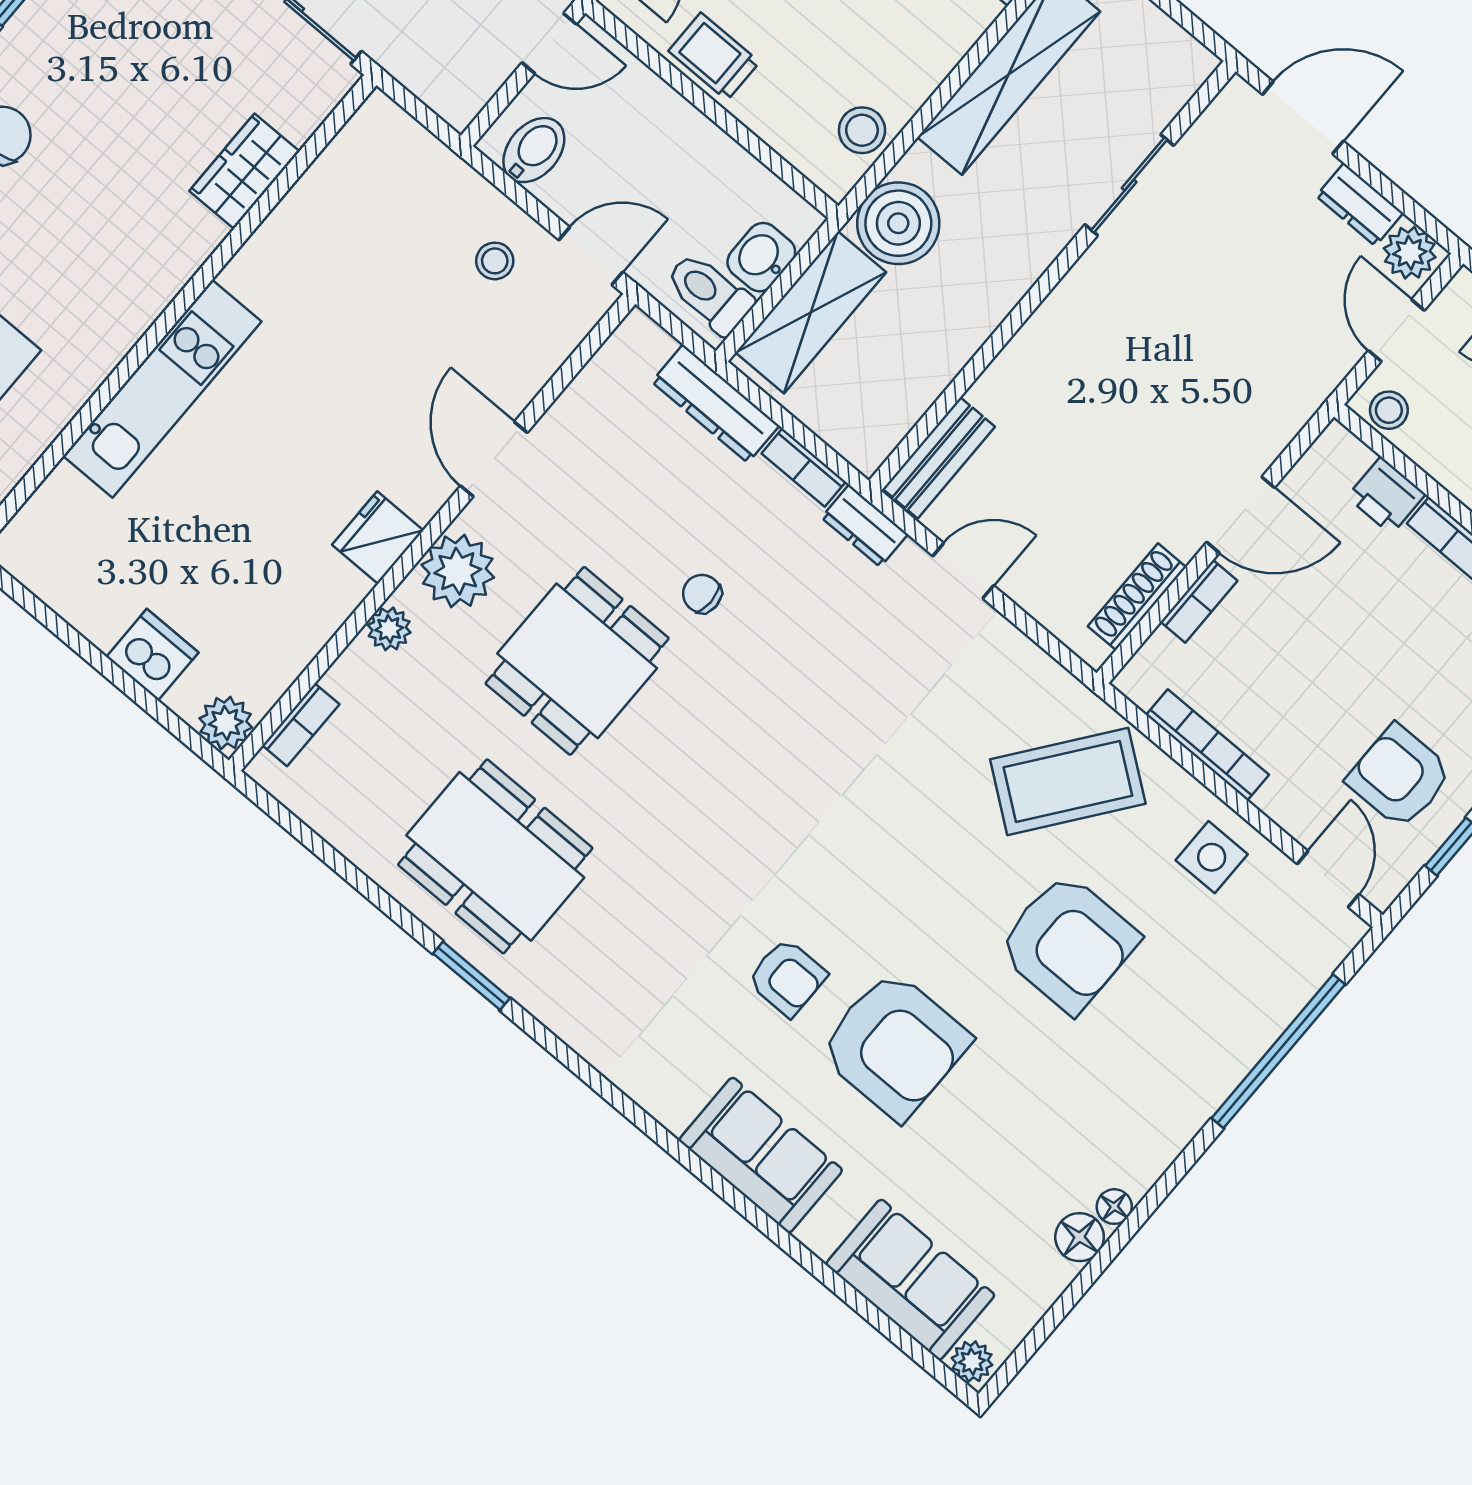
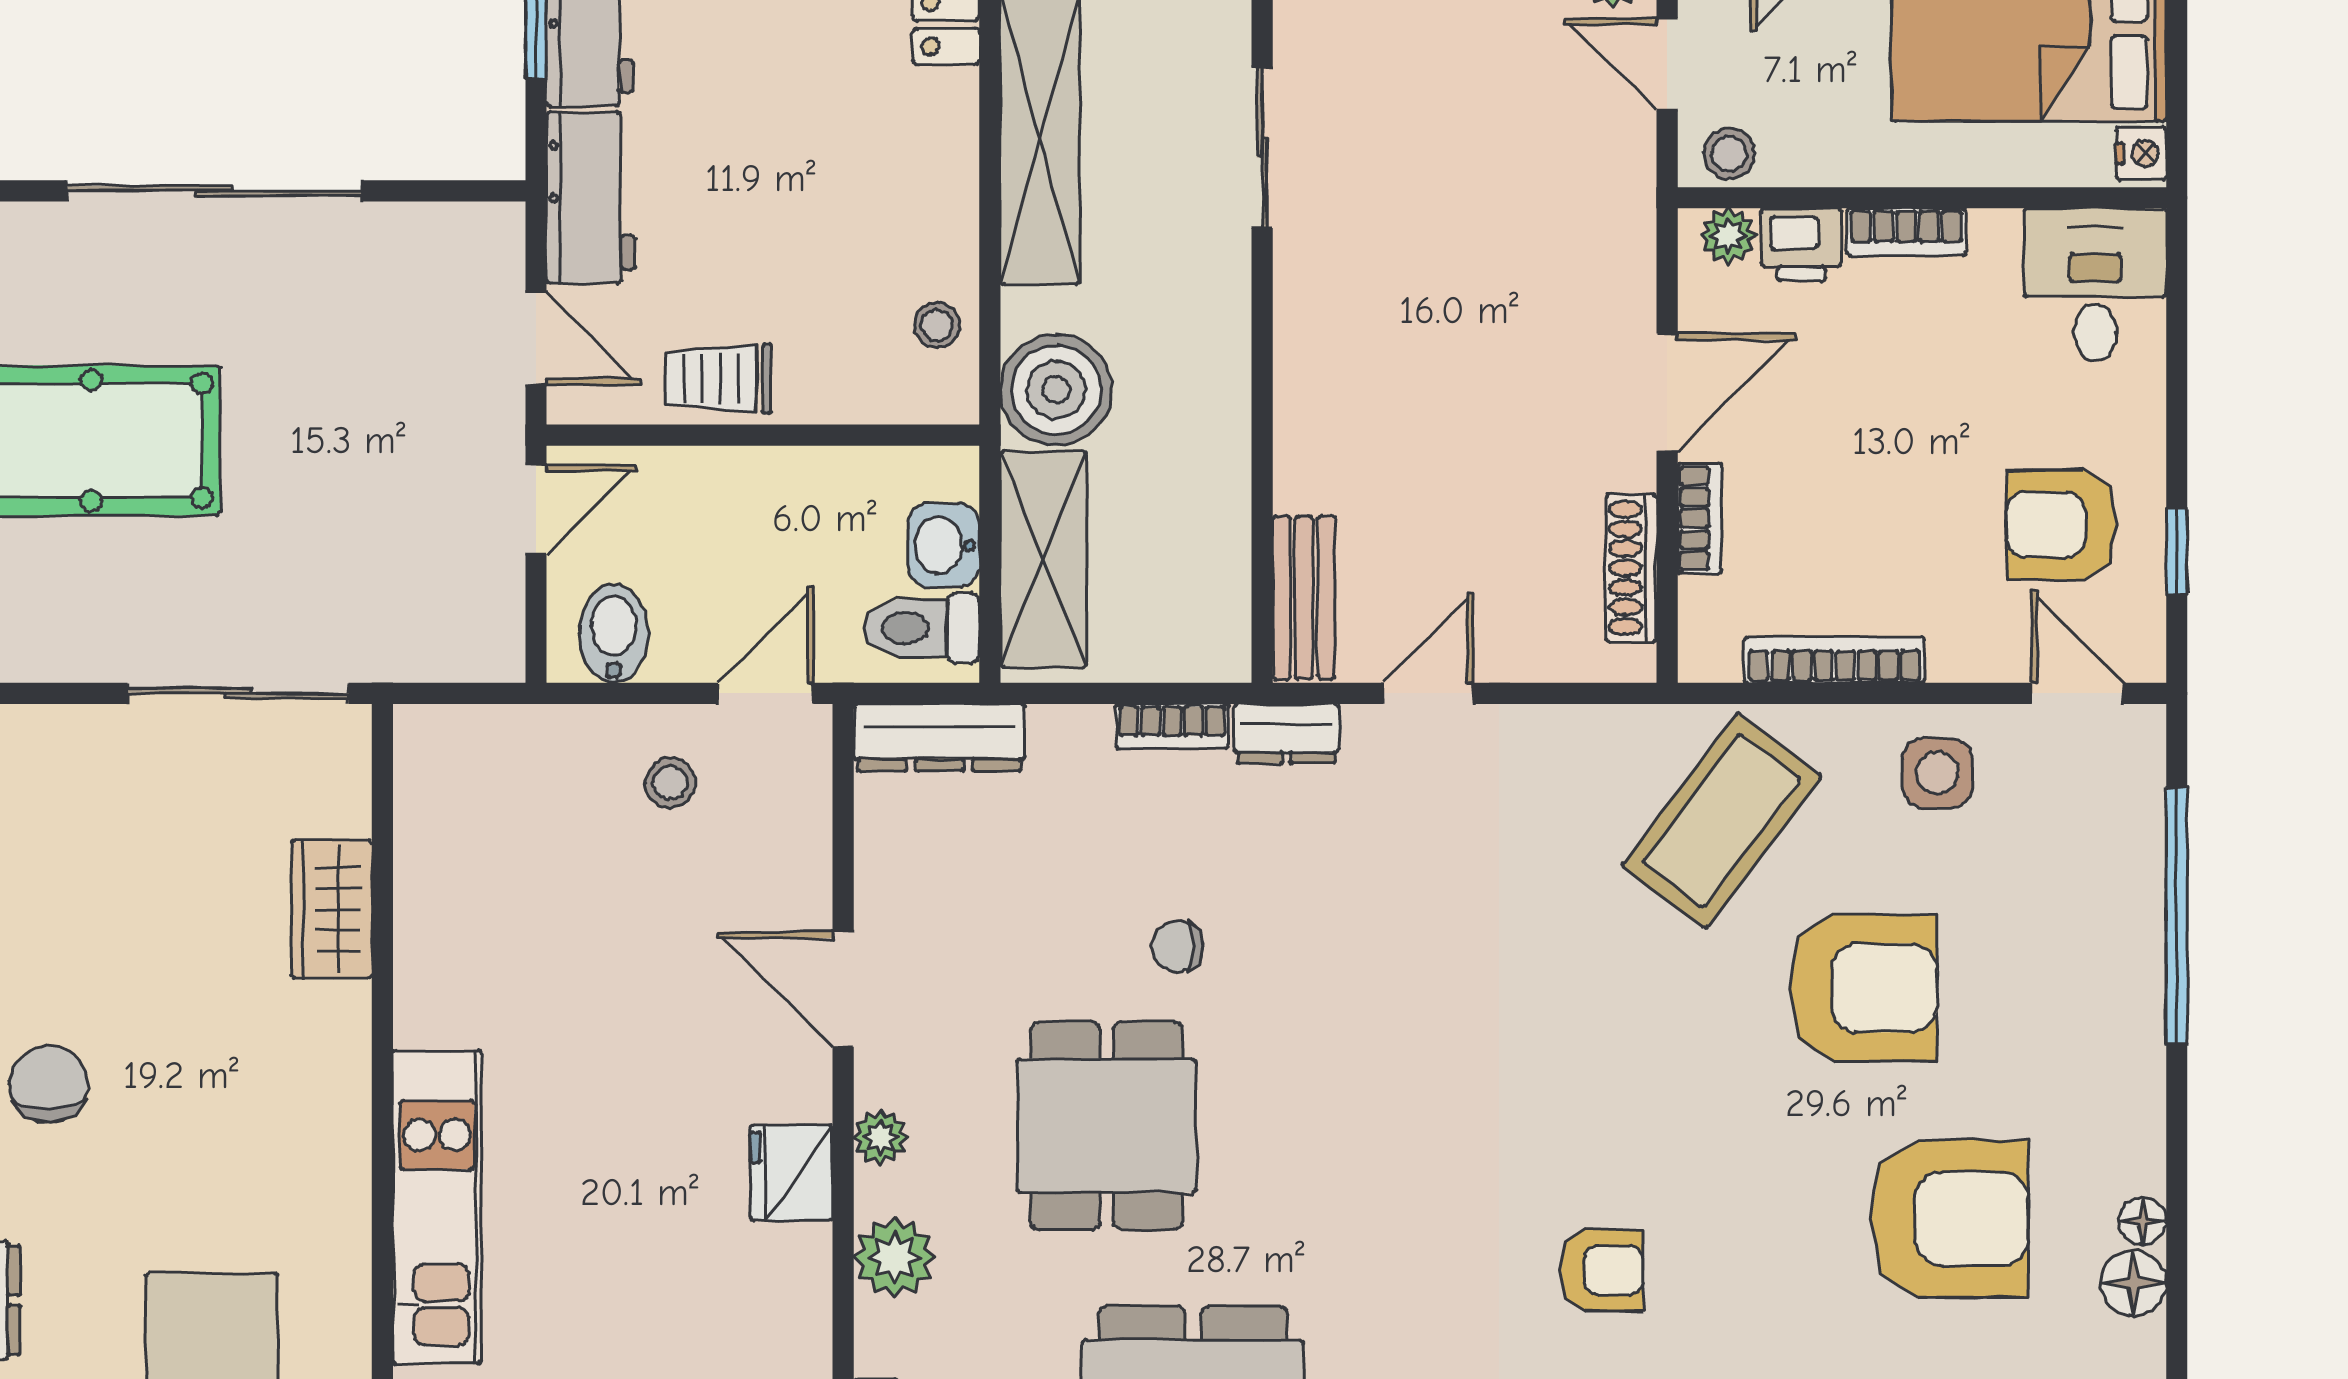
stool: (862, 130) -> (937, 325), width x0.73, depth x0.73
dresser: (715, 404) -> (939, 737), moved
plant: (1349, 456) -> (1728, 236), added
plant: (458, 571) -> (880, 1137), width x0.53, depth x0.53
plant: (389, 629) -> (894, 1257), width x1.38, depth x1.38
armchair: (895, 1045) -> (1950, 1219), moved

